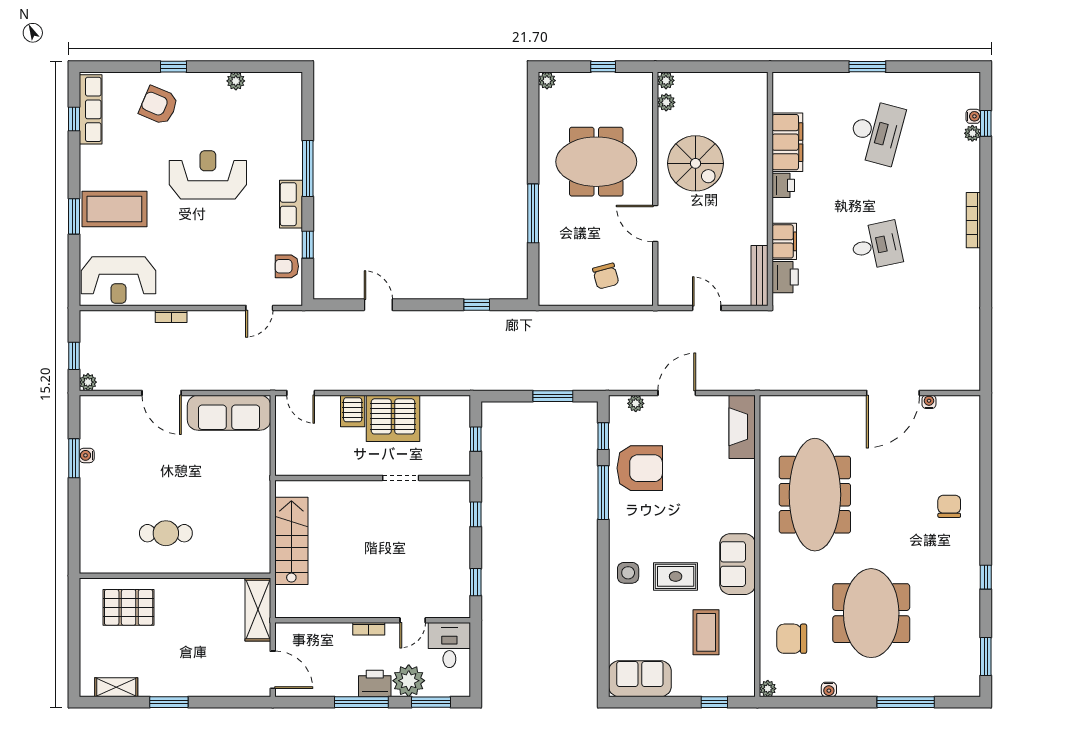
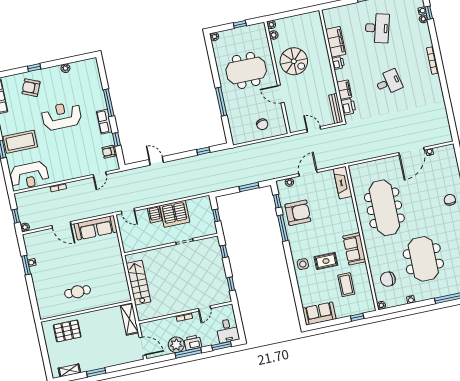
desk: (449, 645) -> (228, 331), moved, turned 180
plant: (409, 681) -> (176, 345), moved

